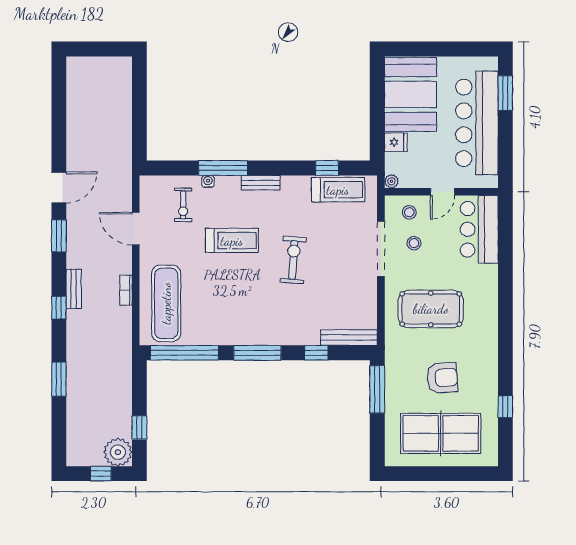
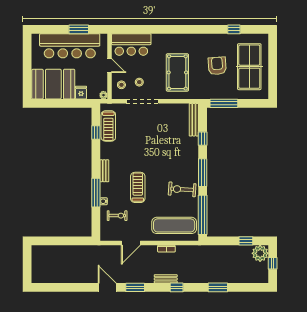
window: (505, 93) -> (79, 29), moved
treadmill: (338, 190) -> (108, 126), turned 180
exercise bike: (293, 260) -> (182, 189), moved

